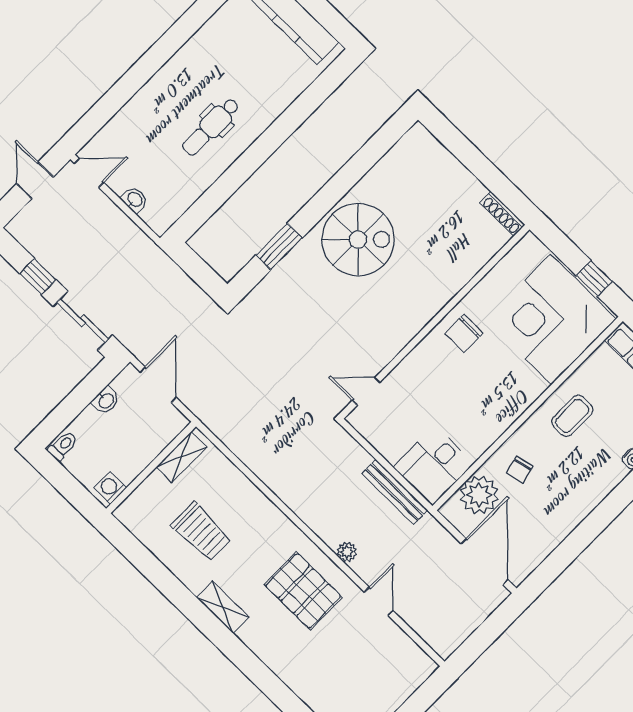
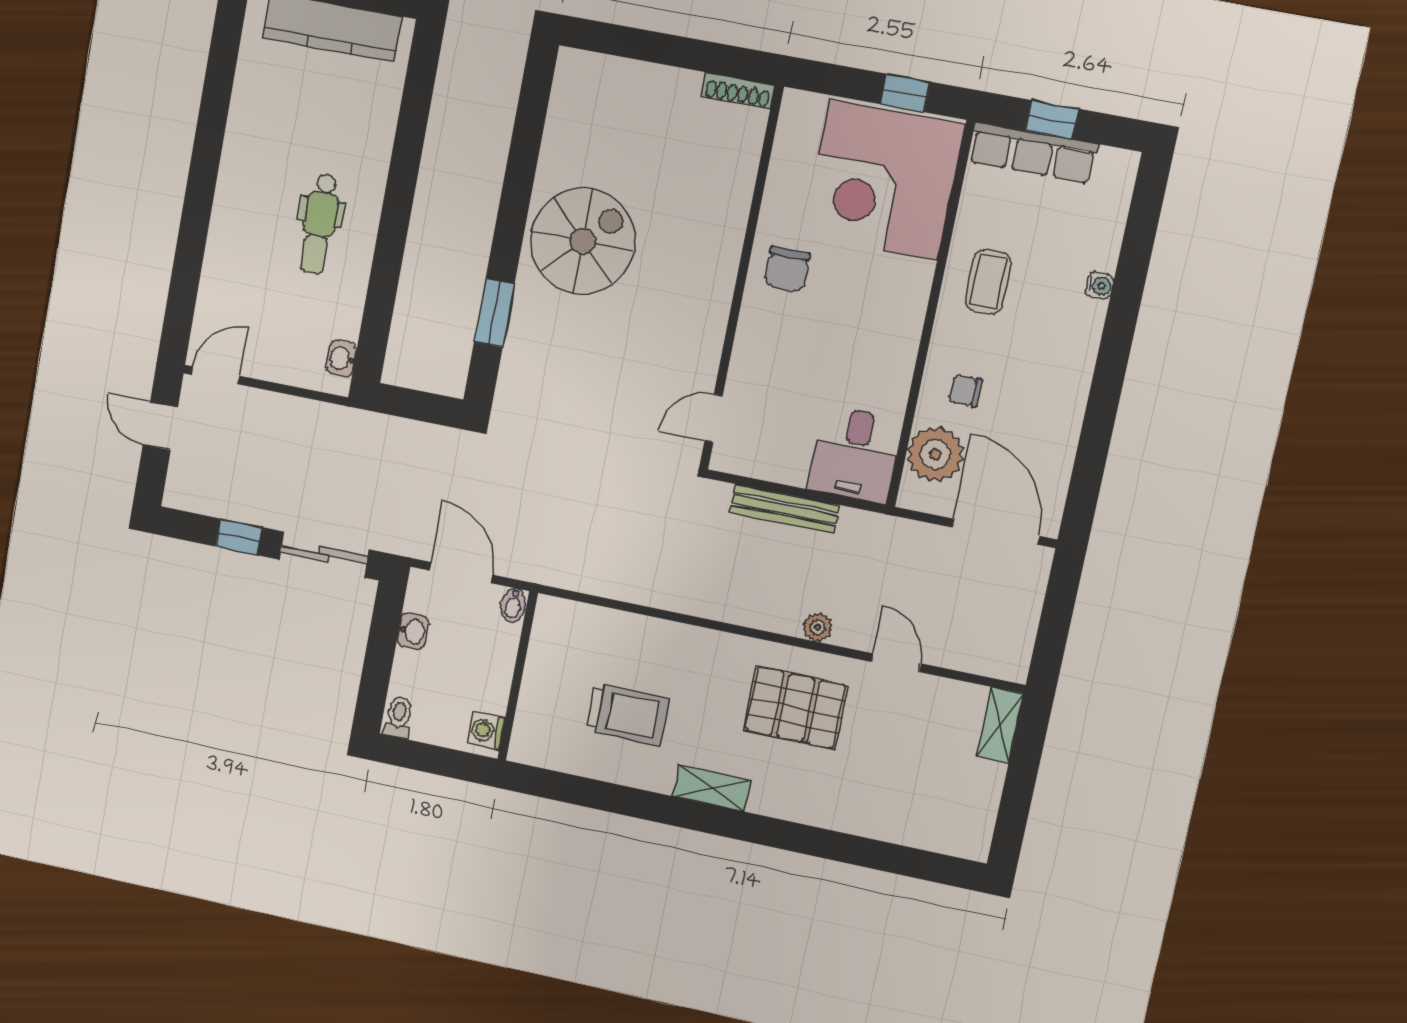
washbasin: (135, 200) -> (341, 358), moved, turned -90
bidet: (176, 424) -> (513, 605), added
shelving: (181, 457) -> (1000, 725), moved
chair: (520, 469) -> (965, 391), turned 103
bench: (395, 492) -> (785, 509), moved

